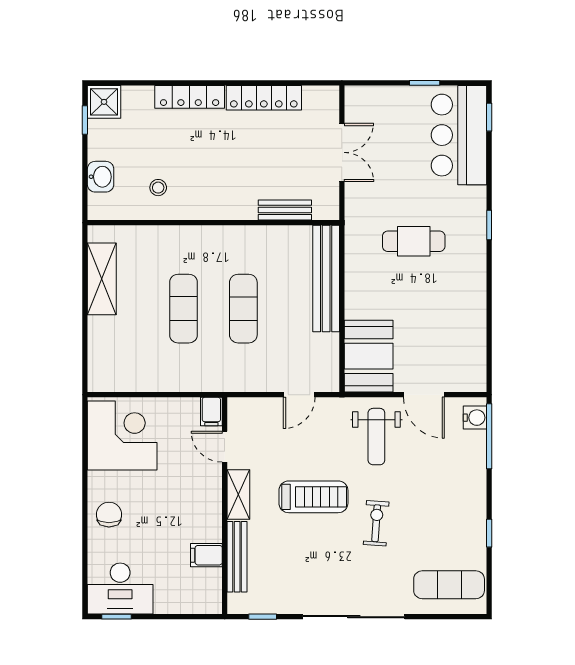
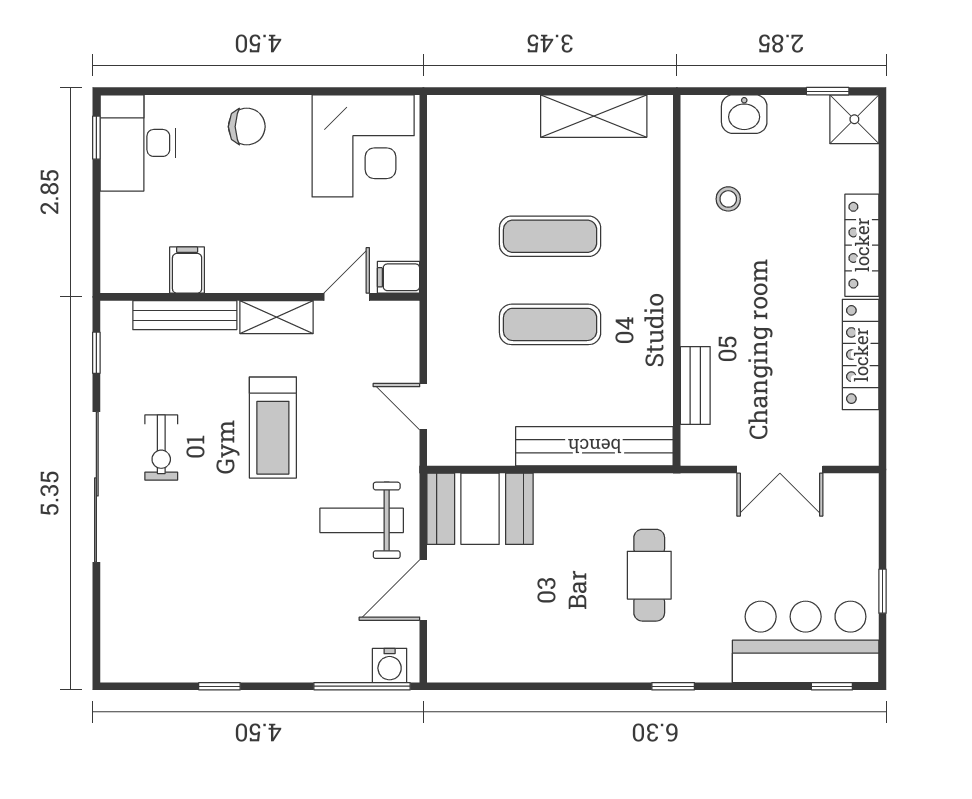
exercise bike: (376, 523) -> (161, 448), moved, turned 86
exercise mat: (449, 585) -> (143, 627), removed

